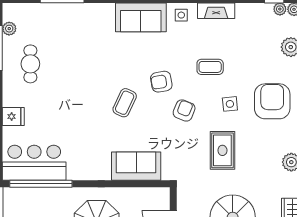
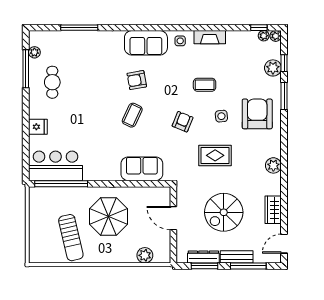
armchair: (161, 82) -> (137, 80), moved
rug: (222, 150) -> (215, 155), turned 90

